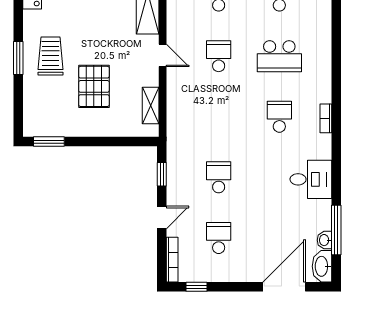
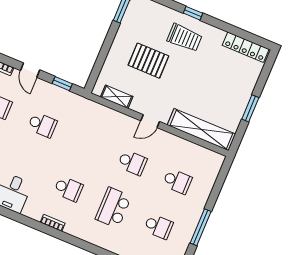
window: (18, 58) -> (193, 13), width x0.67

